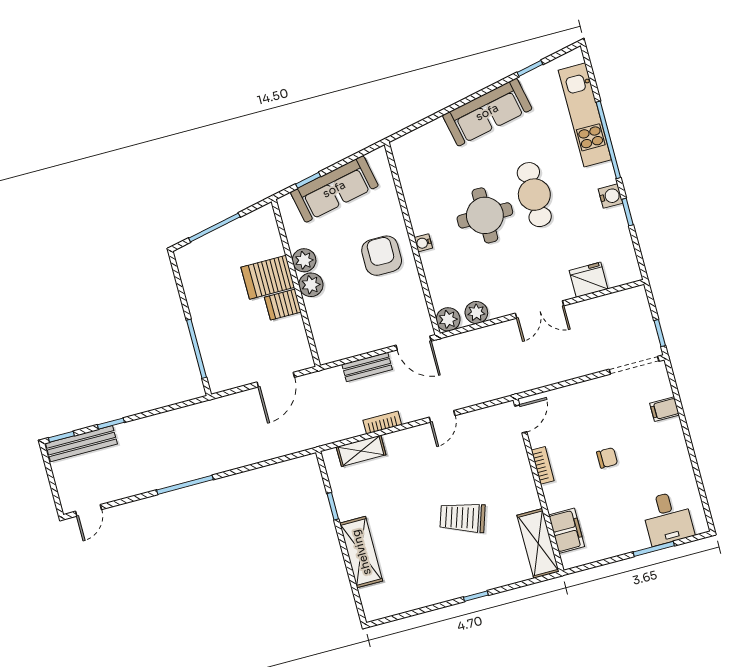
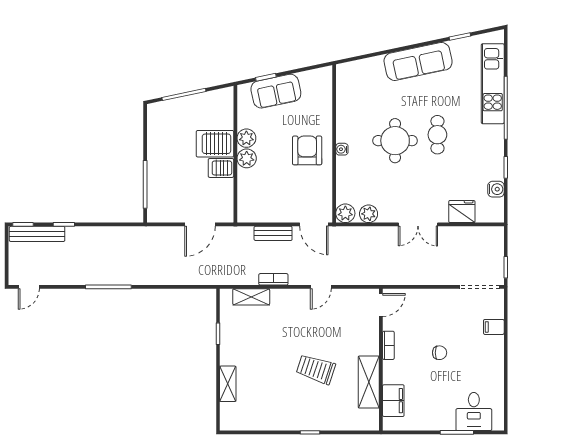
sofa: (334, 189) -> (276, 91), width x0.73
cafe table: (534, 195) -> (437, 135), width x0.73, depth x0.74
water cooler: (611, 196) -> (496, 189), moved
shelving: (538, 543) -> (369, 382), moved
shelving: (361, 552) -> (228, 384), width x0.67, depth x0.75

